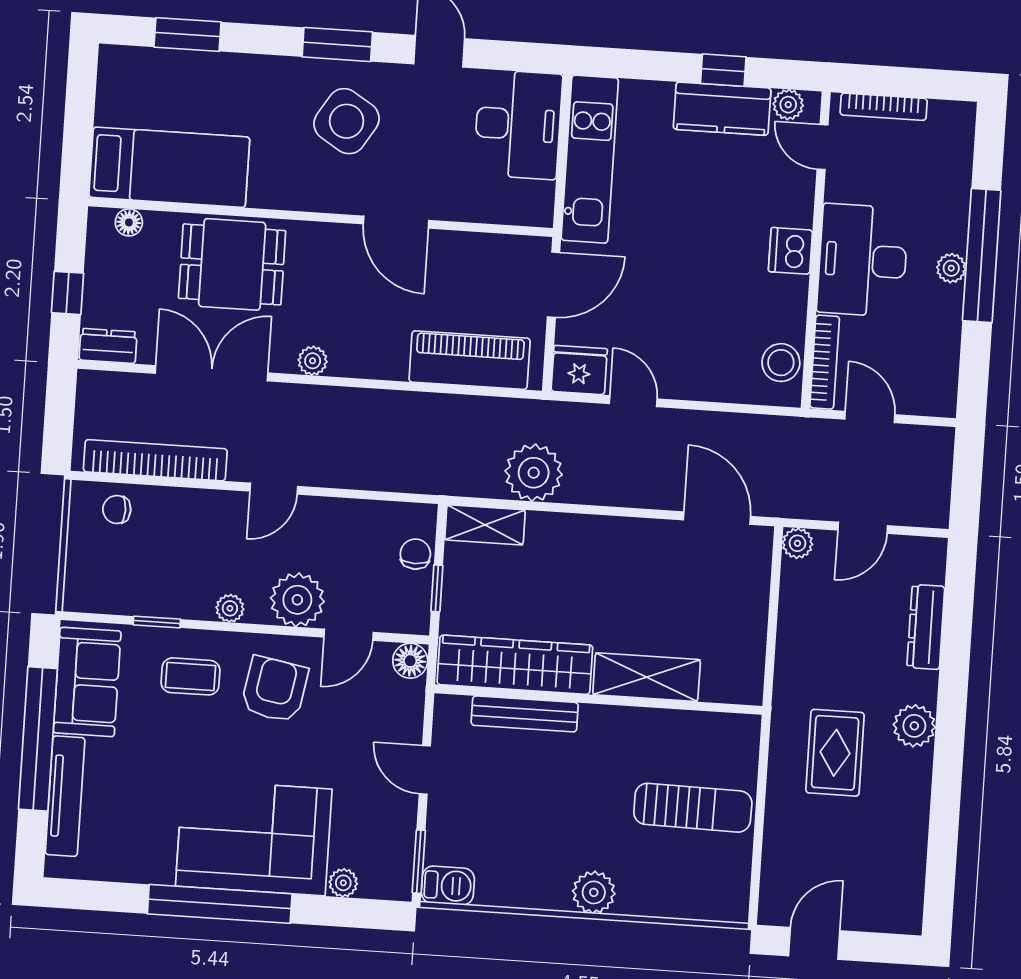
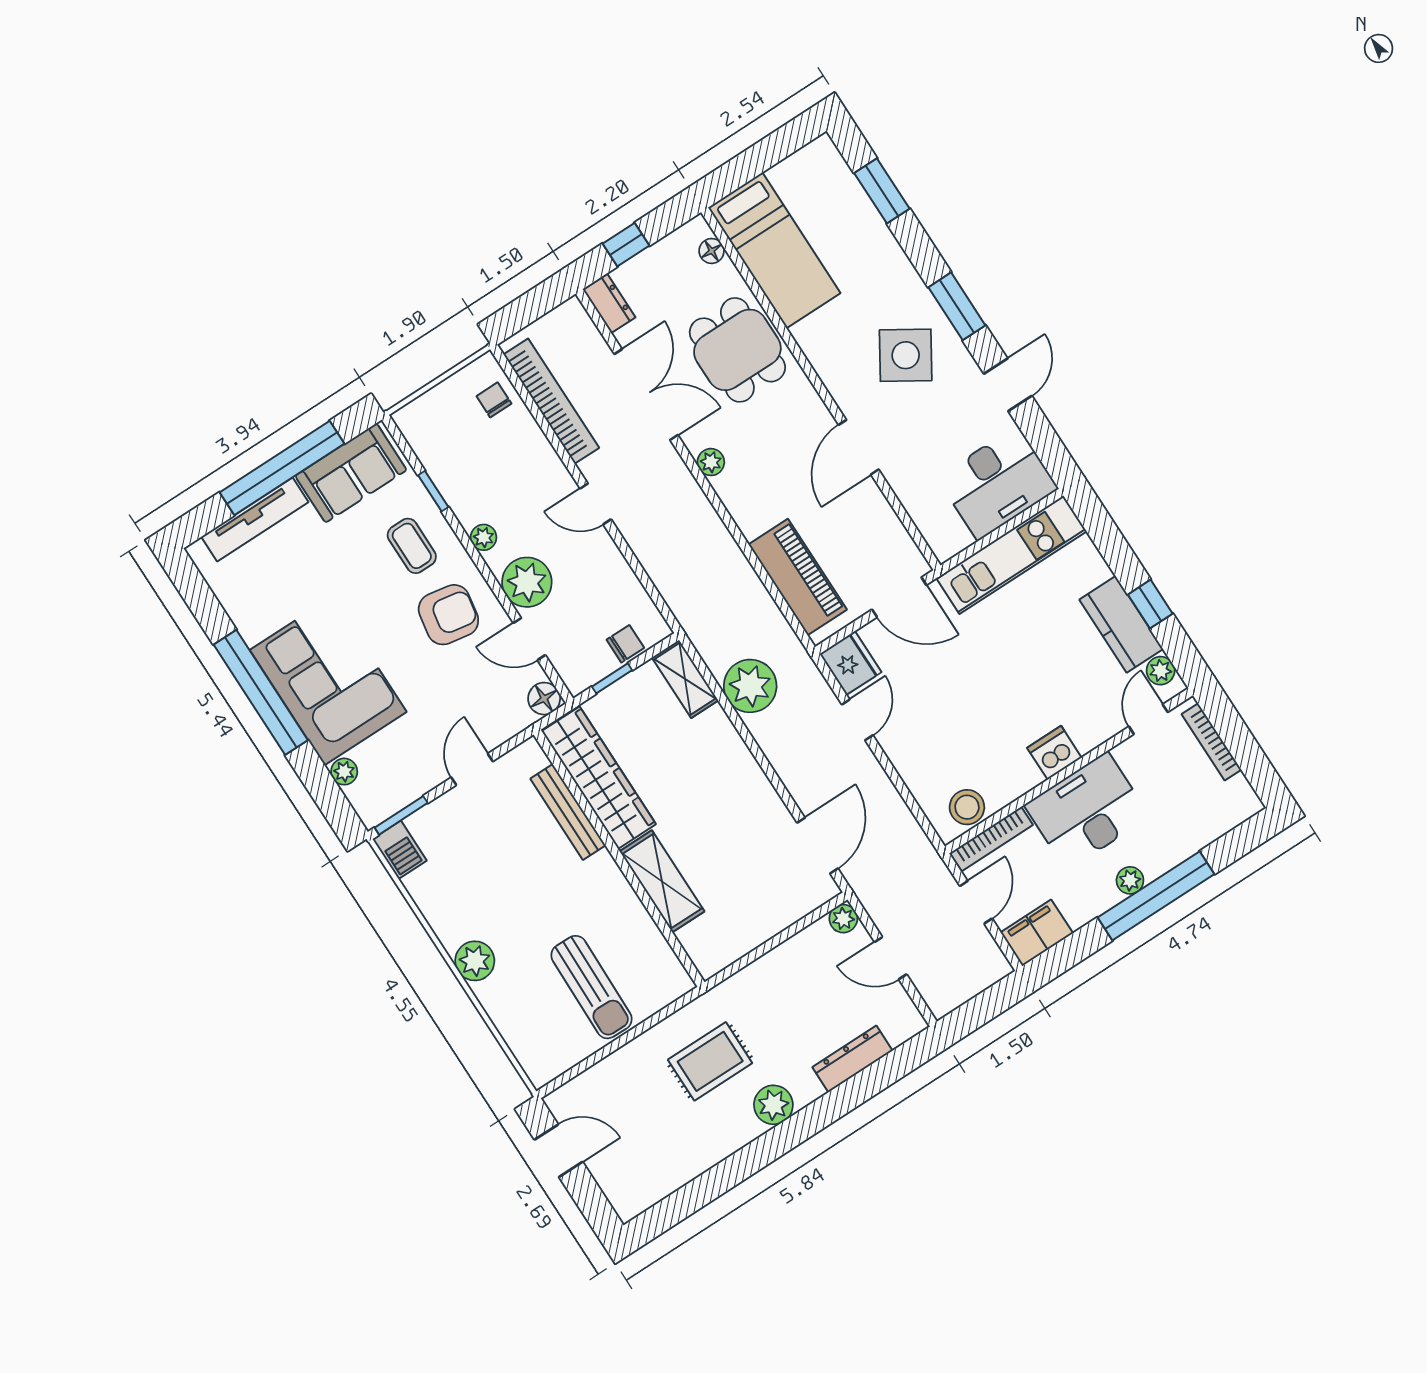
filing cabinet: (936, 384) -> (1037, 933), added

